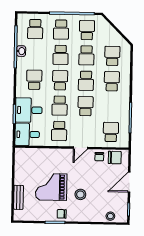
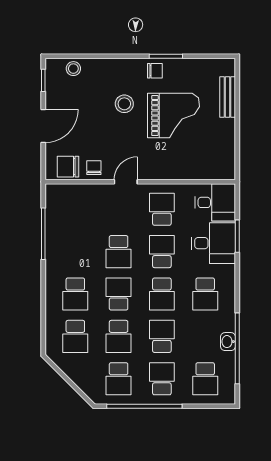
school desk: (35, 29) -> (205, 379), turned 180
school desk: (86, 55) -> (119, 336), turned 180
school desk: (111, 132) -> (75, 209), removed

